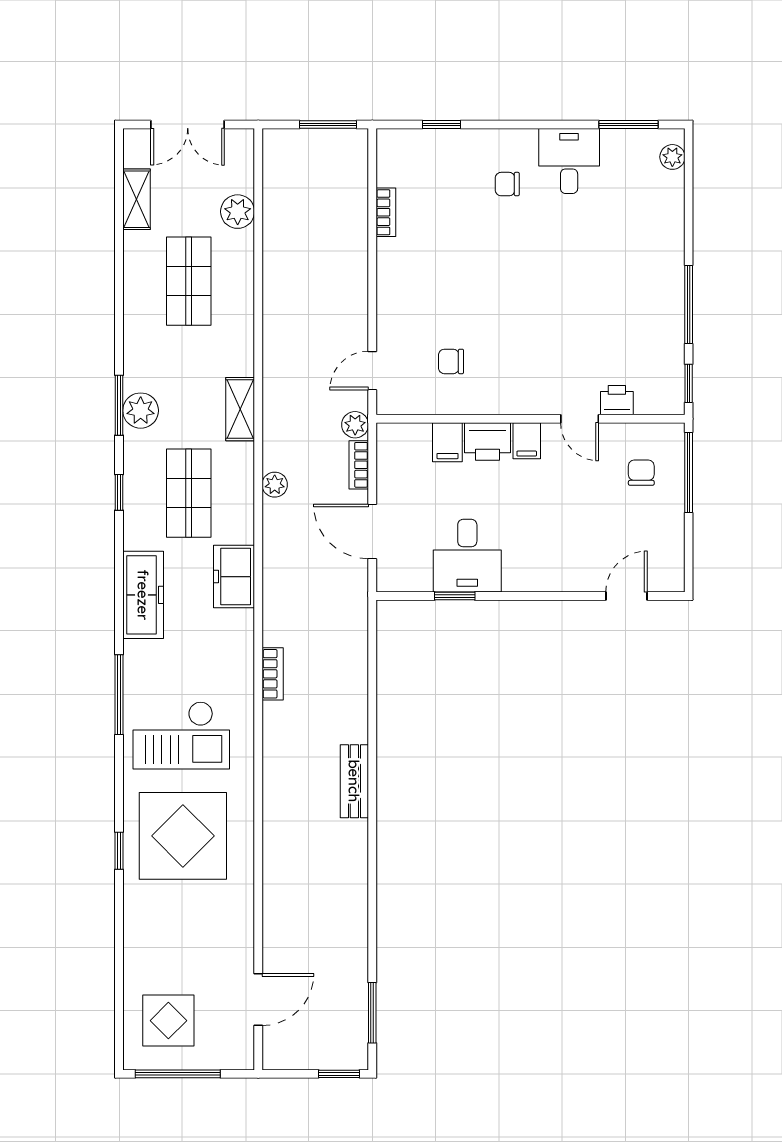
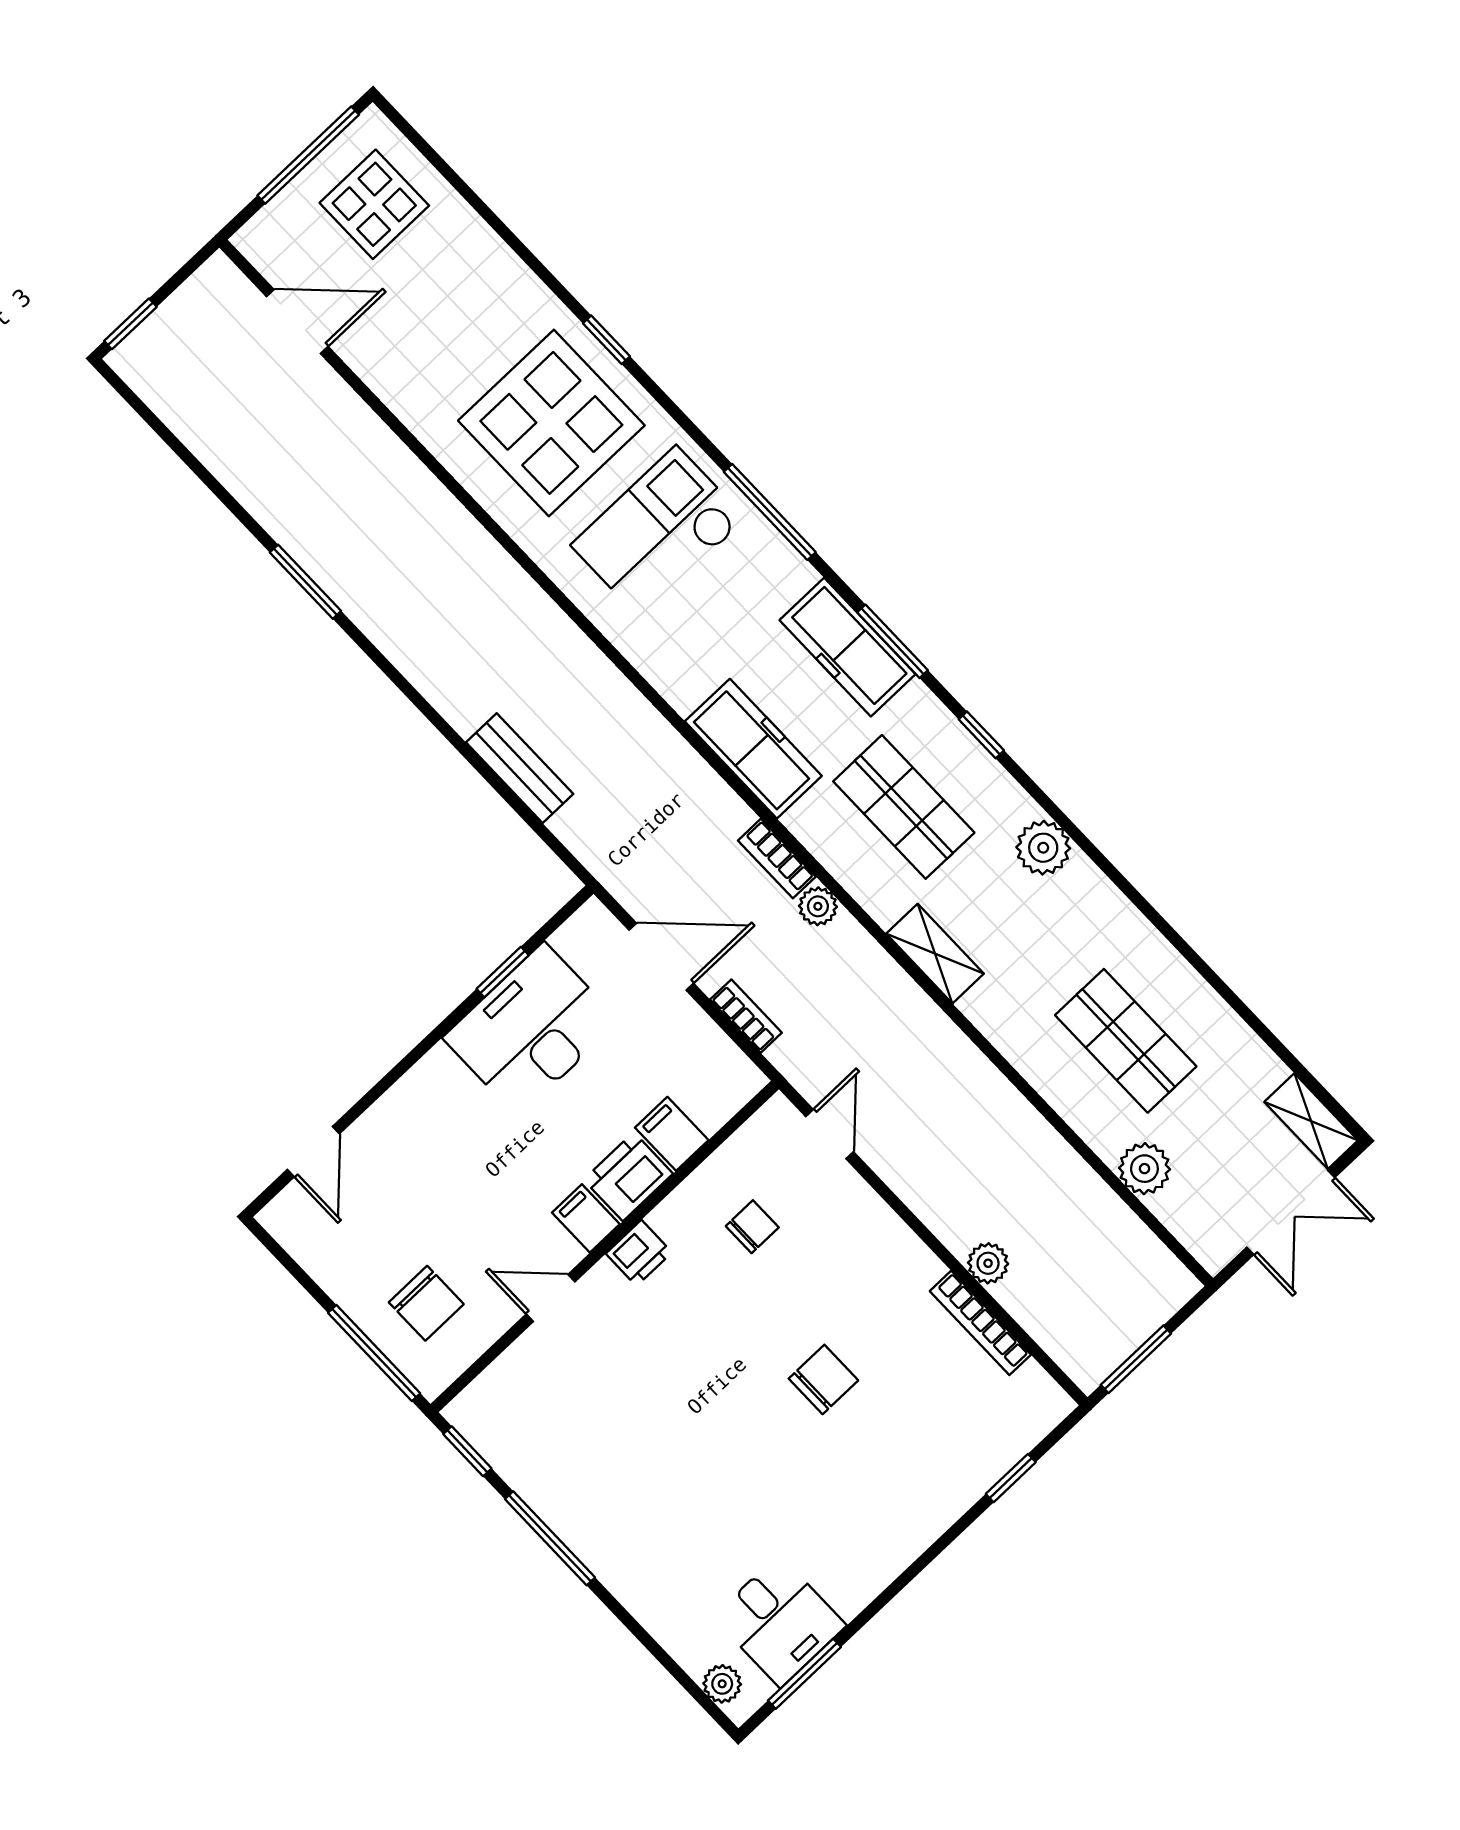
double door: (188, 124) -> (1291, 1212), swing flipped
desk: (569, 161) -> (780, 1621), moved
chair: (507, 184) -> (823, 1379), moved, width x1.37, depth x1.37
shelving: (137, 199) -> (1311, 1121), moved
bookcase: (386, 212) -> (980, 1323), width x1.56
printer: (617, 400) -> (639, 1253), moved
window: (119, 405) -> (893, 641), moved
plant: (355, 425) -> (988, 1263), moved
chair: (641, 473) -> (426, 1303), width x1.37, depth x1.37
desk: (467, 556) -> (531, 1030), width x1.37
freezer: (234, 577) -> (753, 749), width x1.40
bookcase: (273, 674) -> (777, 859), moved
bench: (354, 781) -> (520, 768), moved
door: (258, 999) -> (297, 321), swing flipped
window: (372, 1013) -> (305, 582), moved

